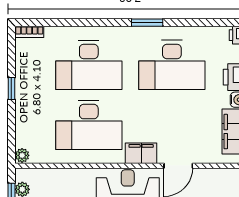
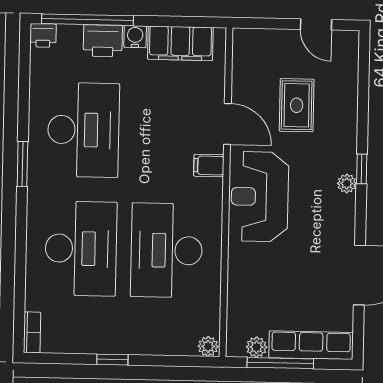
desk: (89, 125) -> (167, 250), turned 180
filing cabinet: (141, 153) -> (209, 165), width x0.50

